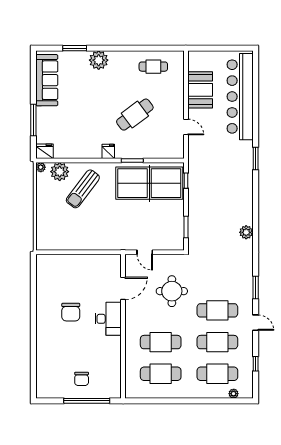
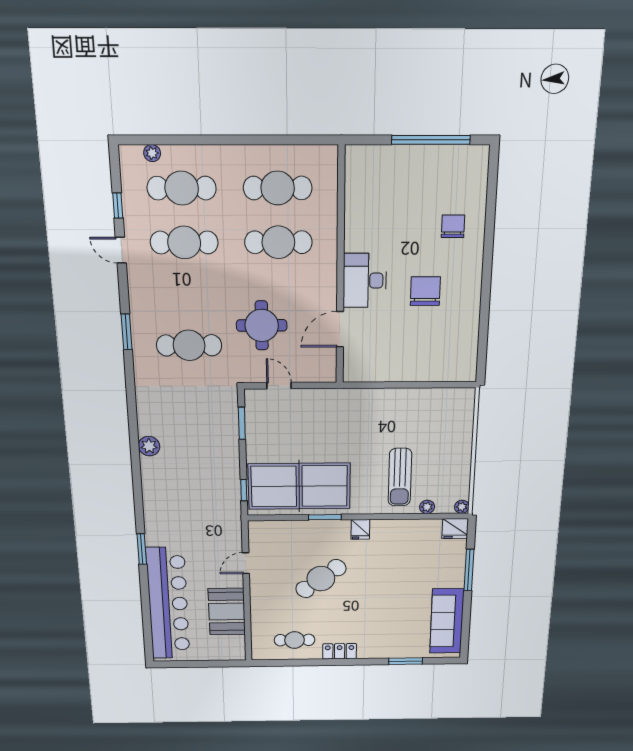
locker: (122, 57) -> (340, 651), added
plant: (99, 60) -> (372, 647), removed
door: (186, 127) -> (246, 563), hinge flipped
window: (256, 159) -> (142, 549), moved
plant: (60, 172) -> (427, 507), width x0.53, depth x0.53
sun lounger: (83, 189) -> (400, 477), turned 143
plant: (246, 232) -> (149, 446), moved
door: (145, 252) -> (279, 386), moved
cafe table: (217, 310) -> (189, 345), moved
door: (256, 323) -> (121, 250), moved
chair: (82, 379) -> (453, 226), moved
window: (87, 401) -> (431, 140), moved

